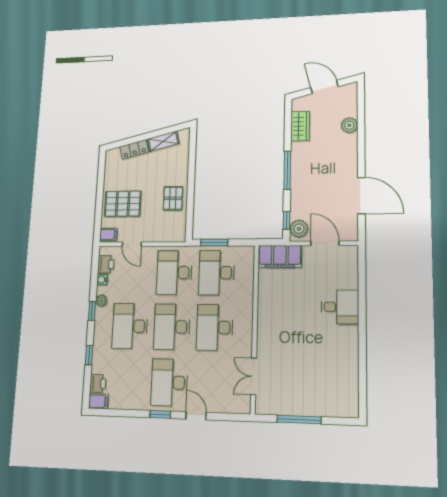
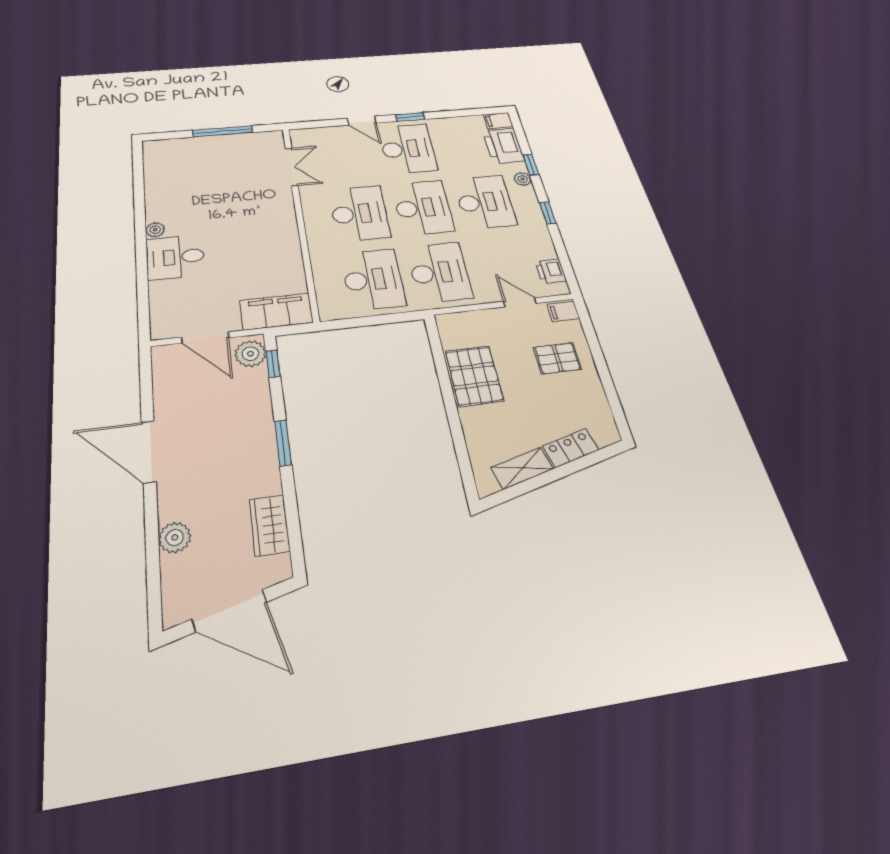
door: (325, 87) -> (229, 611), width x1.36
window: (287, 170) -> (283, 443), width x0.69
door: (361, 196) -> (149, 452), moved
pallet: (173, 198) -> (474, 376), width x1.50, depth x1.42
pallet: (123, 204) -> (557, 358), width x0.67, depth x0.71
window: (214, 243) -> (387, 319), removed
water cooler: (102, 280) -> (549, 252), removed
plant: (101, 301) -> (523, 179), moved
plant: (352, 332) -> (155, 230), added
printer: (98, 383) -> (503, 146), width x1.87, depth x1.48

